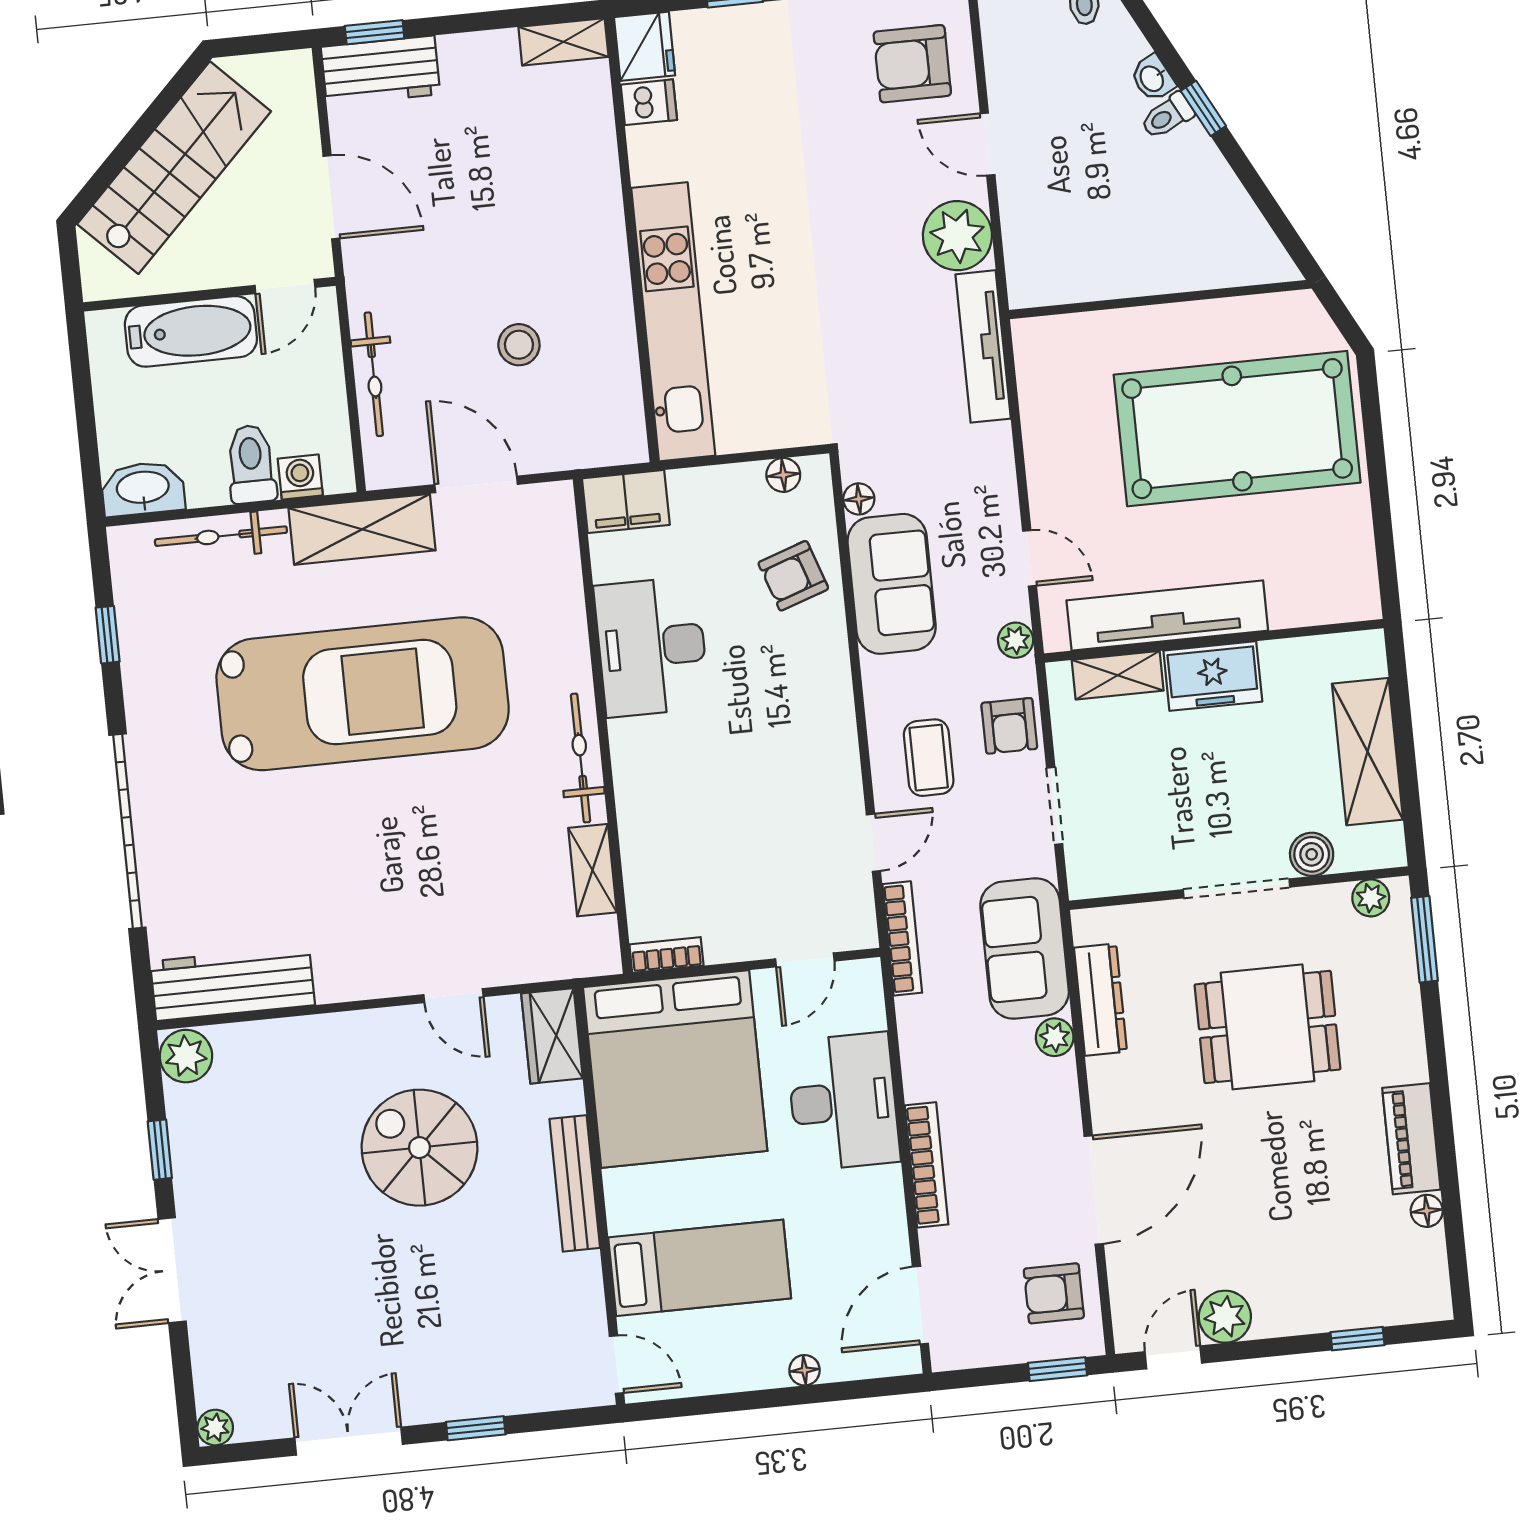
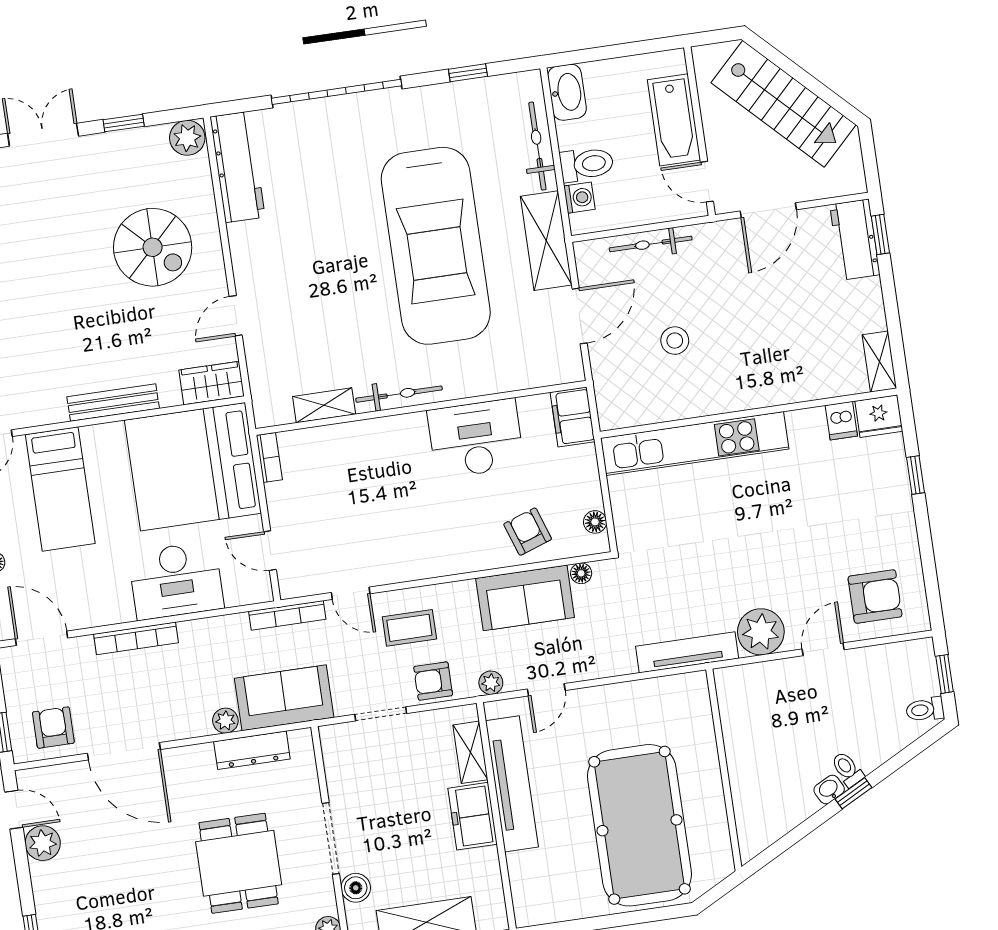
armchair: (912, 64) -> (875, 596), turned 90
washbasin: (1153, 78) -> (829, 790), moved
spiral stairs: (419, 1148) -> (153, 247), moved, turned 90

